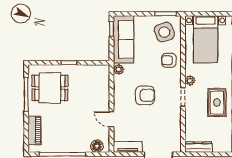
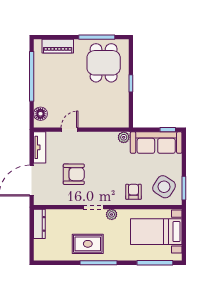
side table: (164, 32) -> (164, 187), turned -38
armchair: (145, 95) -> (74, 174), moved, turned -90

